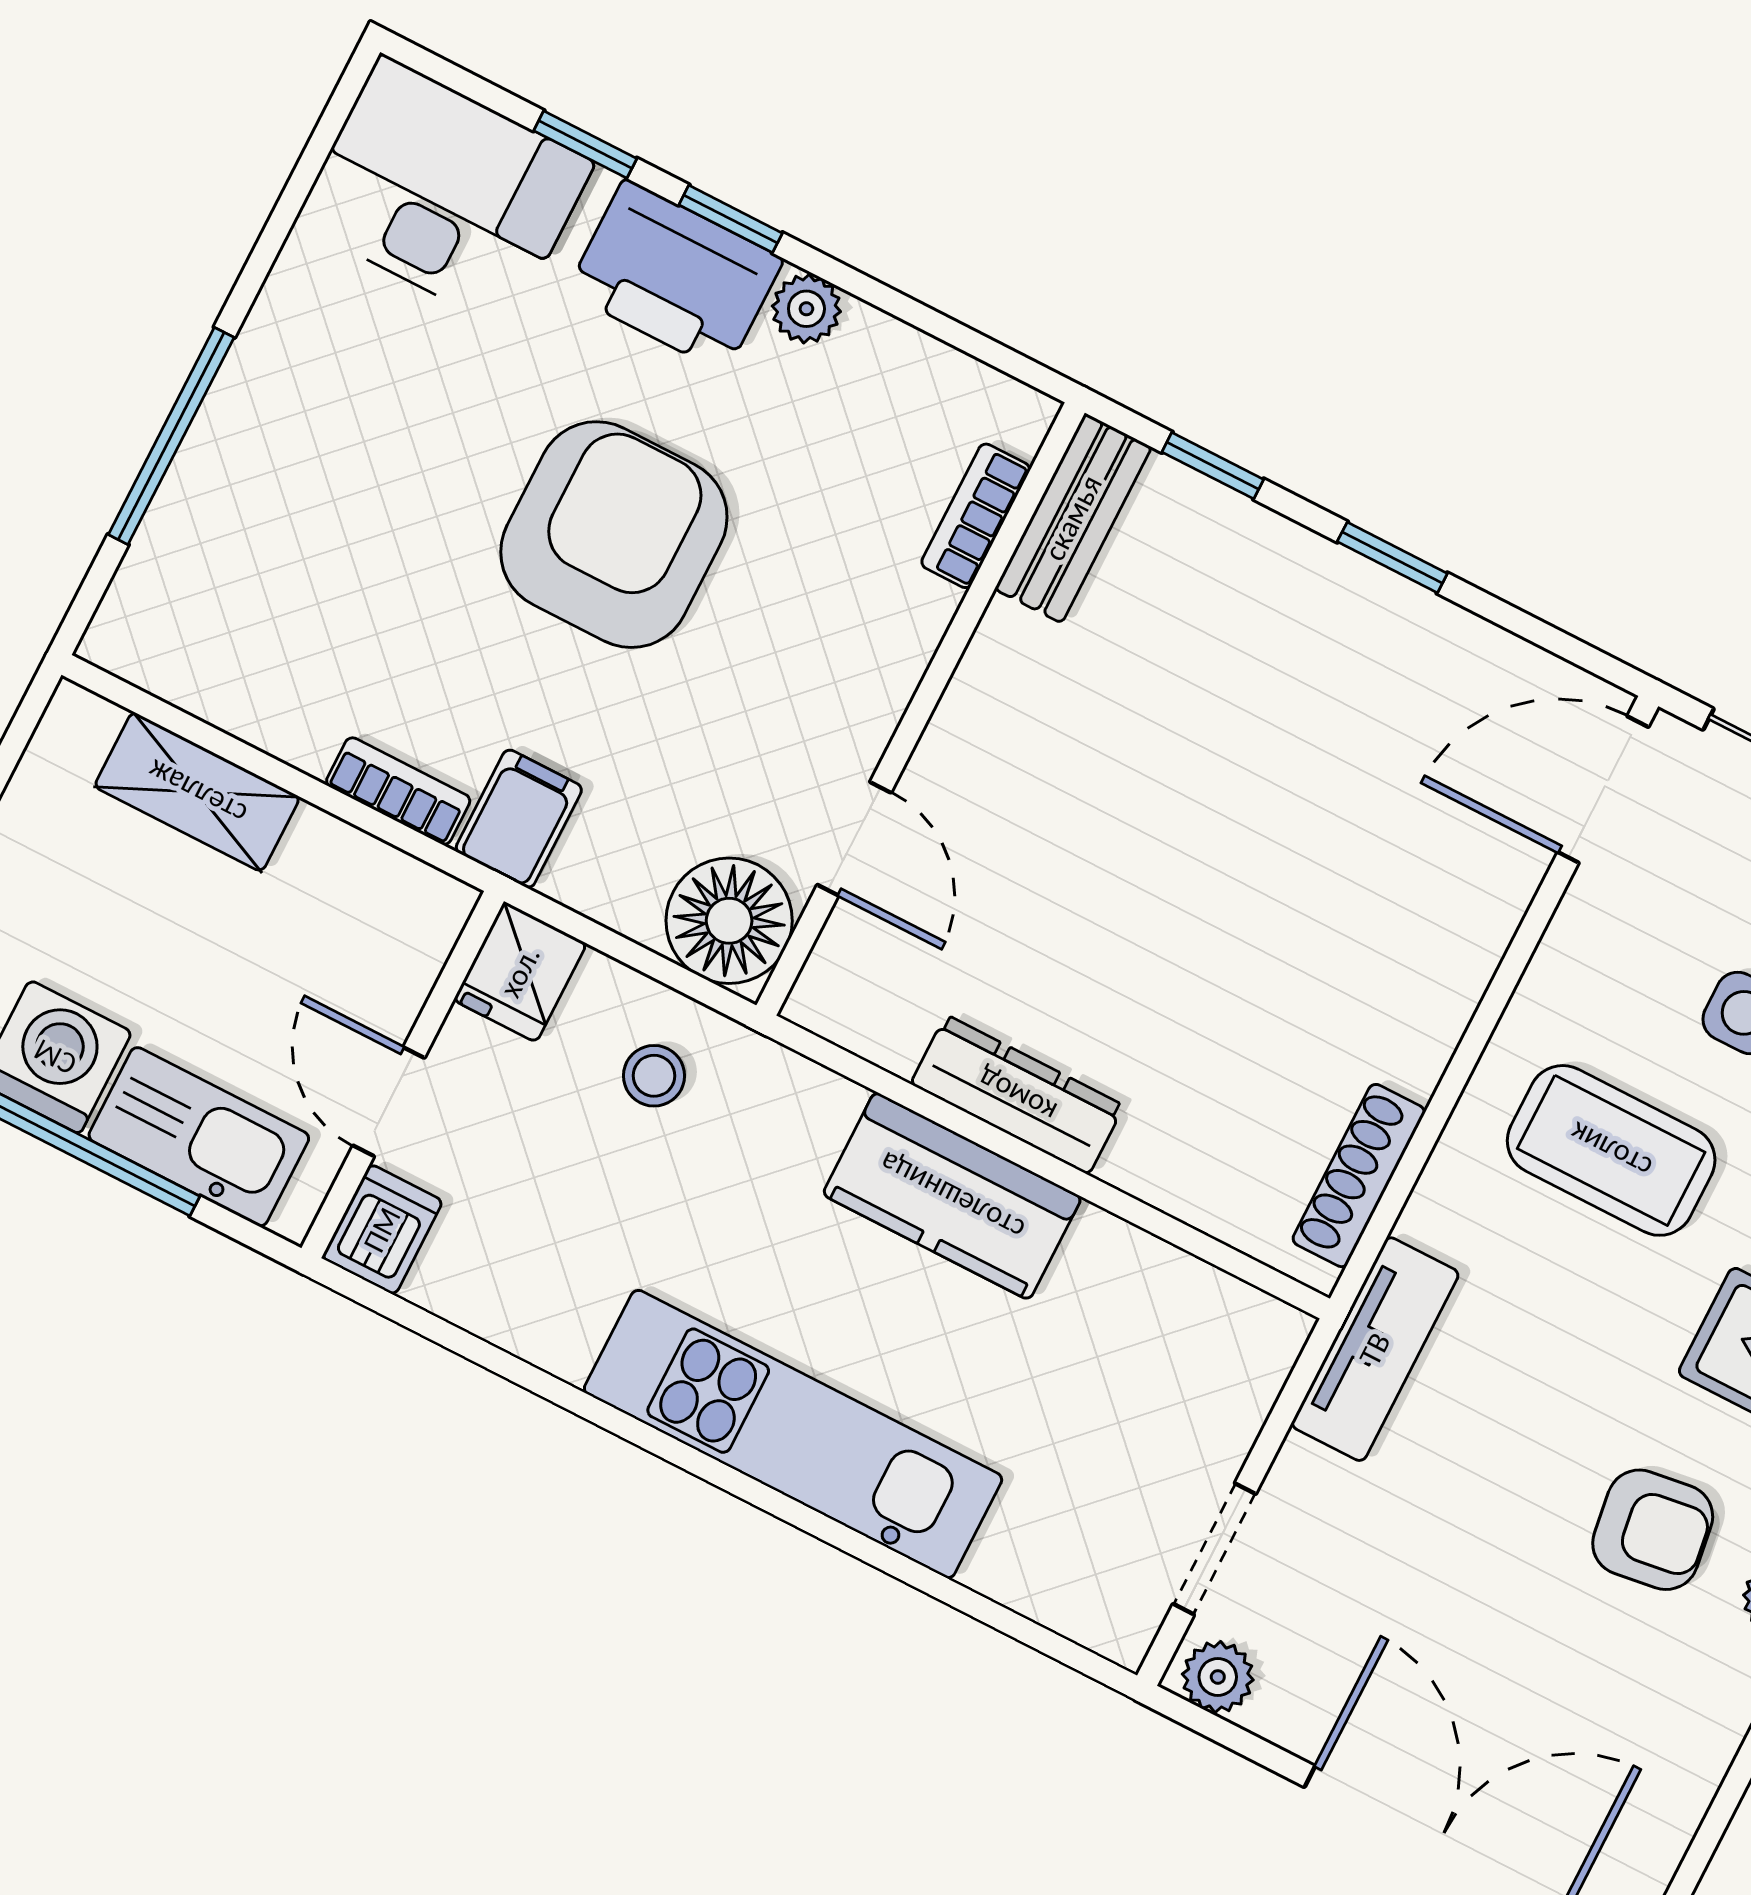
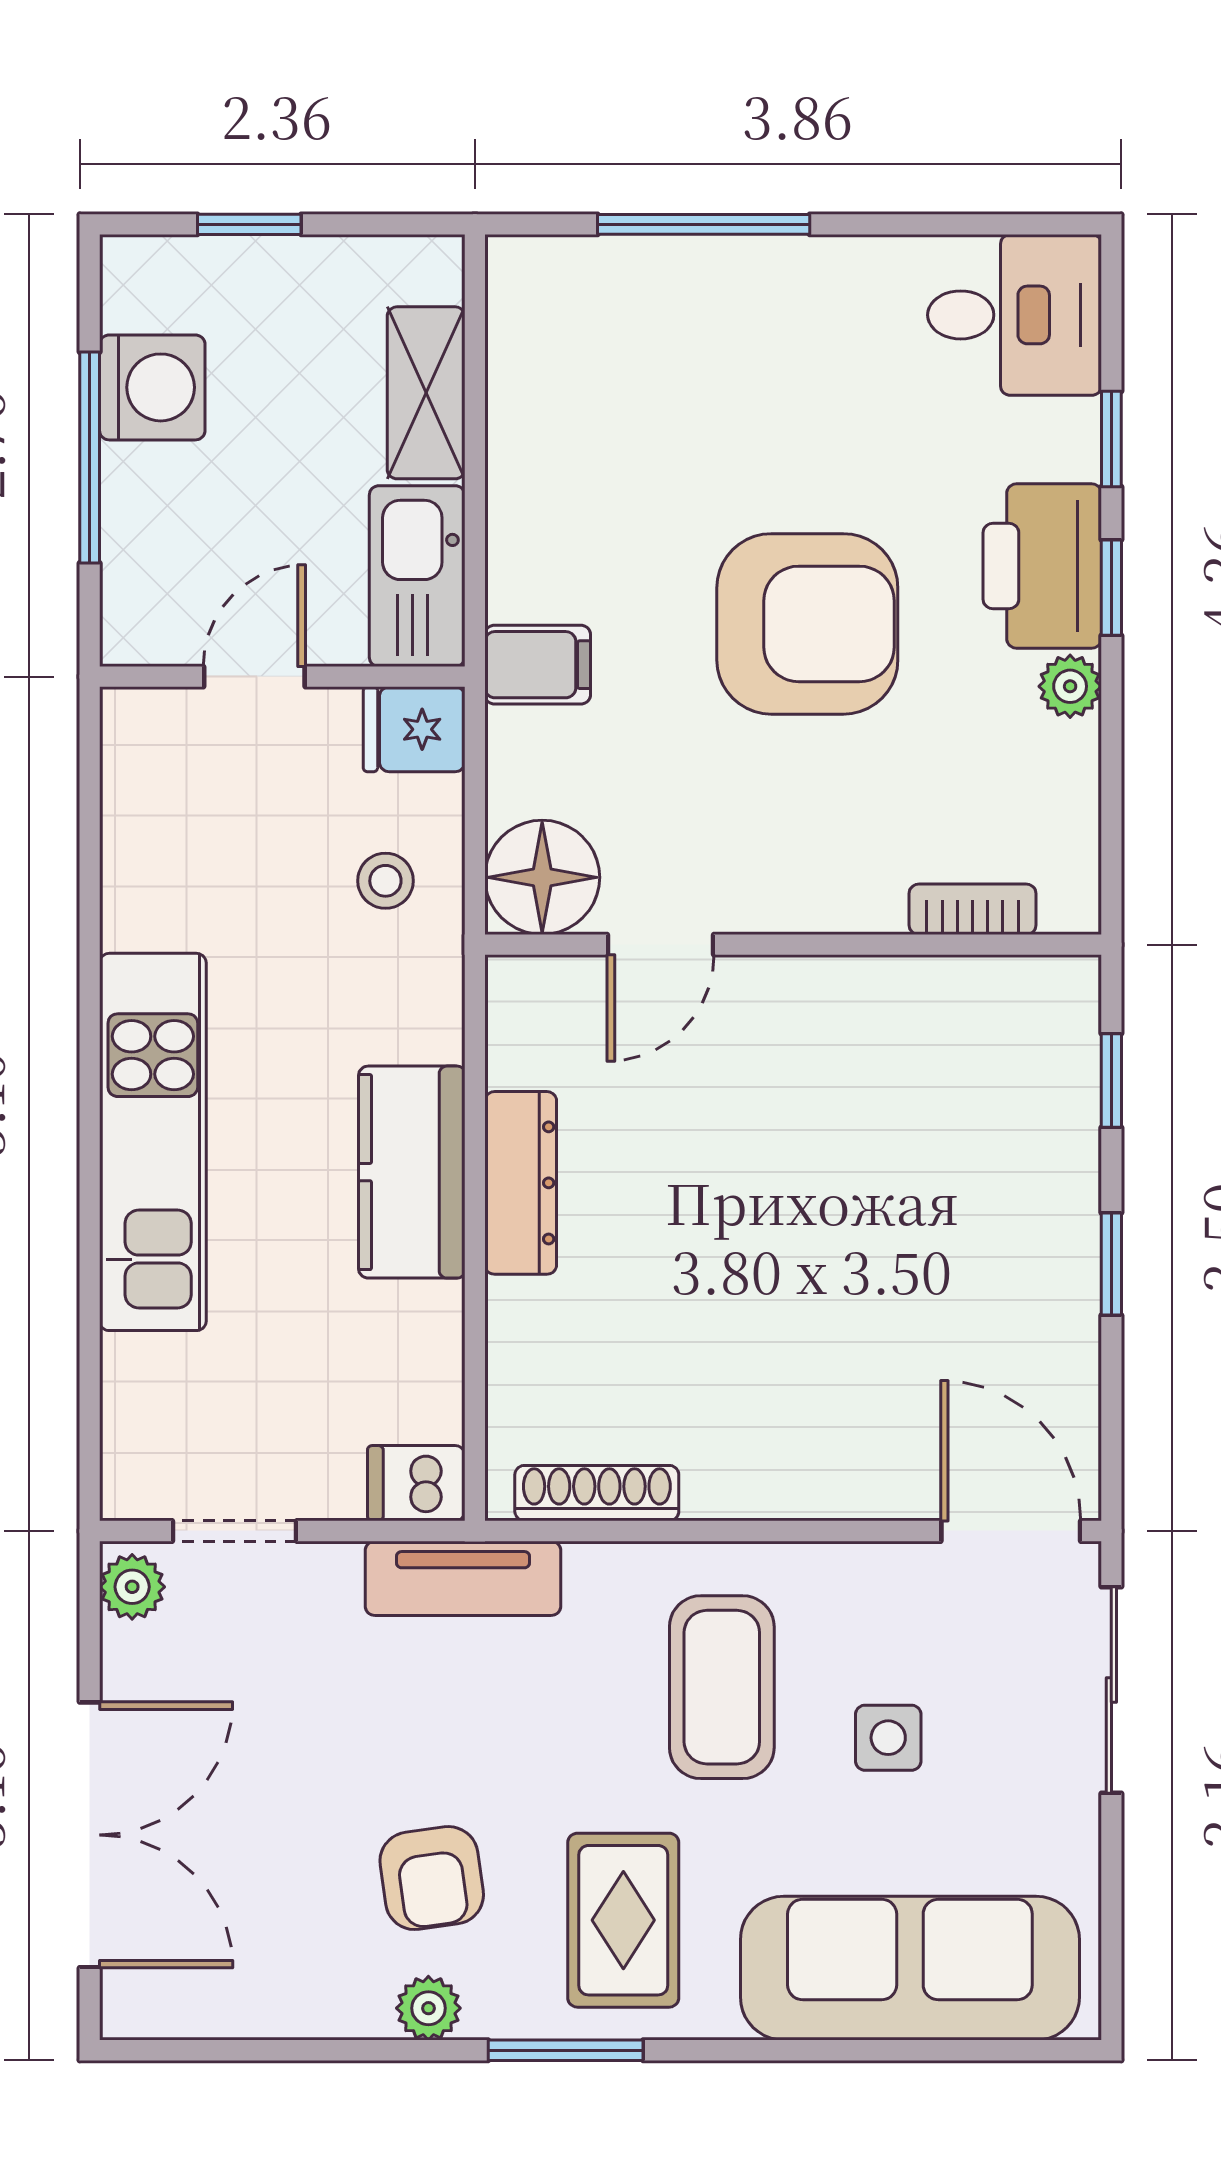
desk: (445, 192) -> (1015, 315), width x0.73
bench: (1073, 518) -> (1011, 989), removed
bookcase: (398, 791) -> (510, 555), removed
kitchen sink: (199, 1137) -> (417, 576), moved, turned 180
dishwasher: (382, 1230) -> (416, 1483), moved, turned 180

